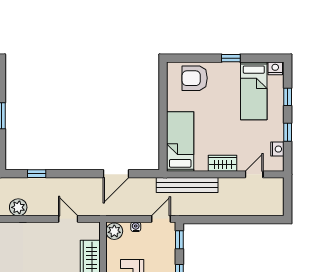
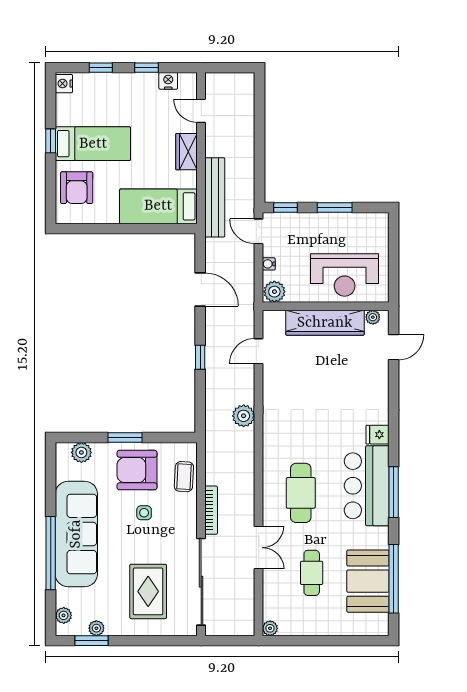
bed: (254, 91) -> (93, 144), moved
window: (37, 174) -> (200, 357), moved

